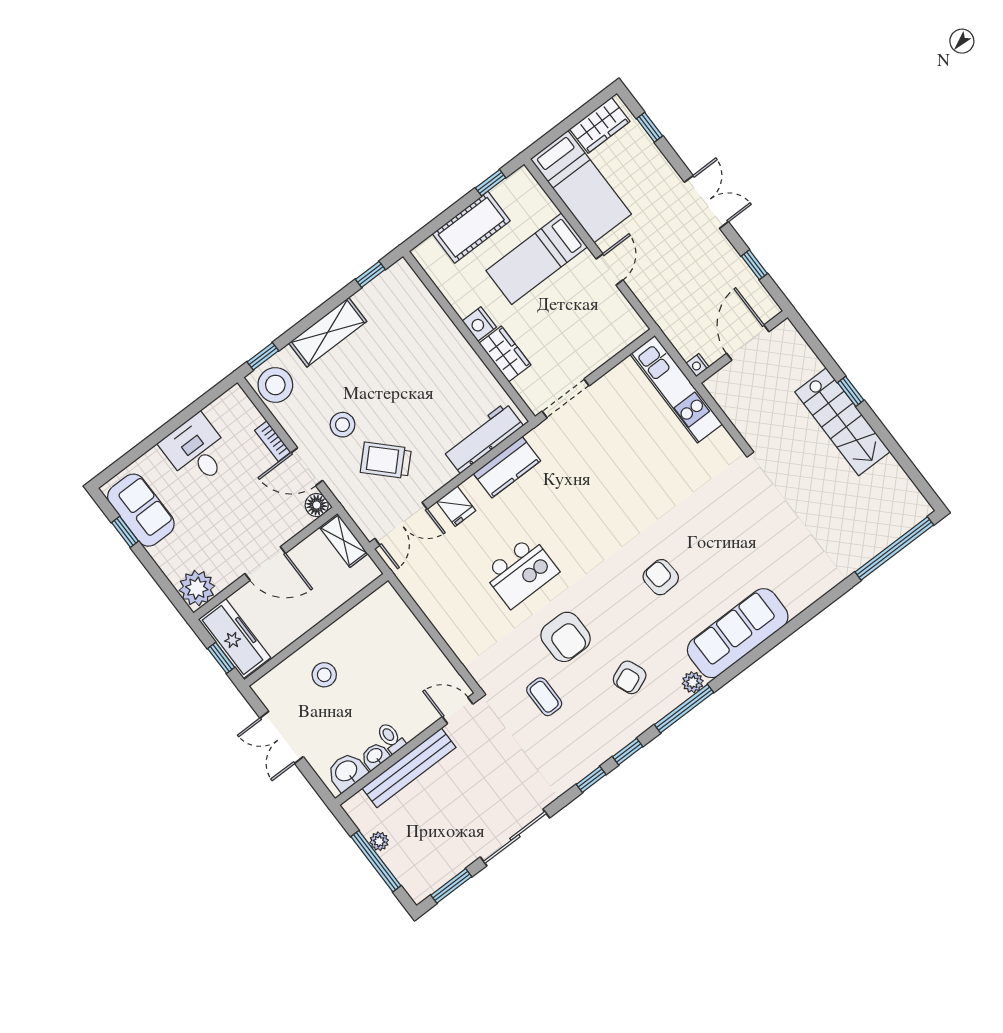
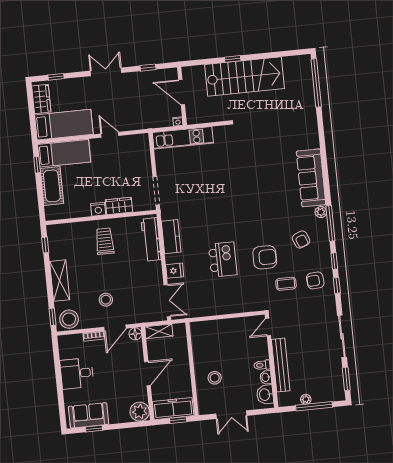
bed: (537, 259) -> (64, 153), moved, turned -90
stairs: (842, 422) -> (245, 77), width x1.36, depth x1.51
trolley: (386, 460) -> (105, 241), moved, turned 135
armchair: (661, 577) -> (315, 280), moved

